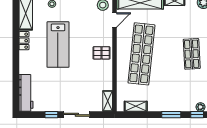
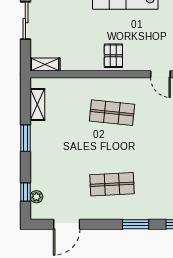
shop shelf: (141, 54) -> (112, 113), width x0.50, depth x0.74
window: (171, 115) -> (25, 138), moved

